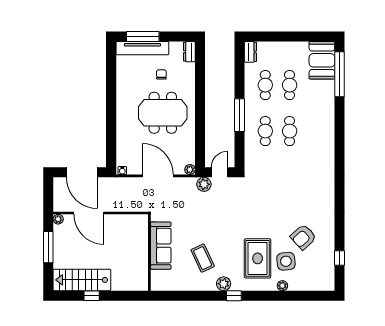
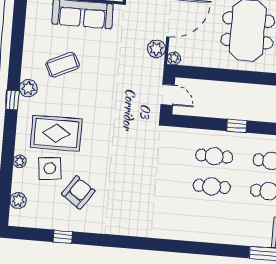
window: (240, 115) -> (237, 126), width x0.46
plant: (204, 184) -> (156, 49), moved
armchair: (303, 237) -> (78, 192), turned 77
window: (340, 258) -> (63, 237), moved
plant: (314, 284) -> (18, 201), added

